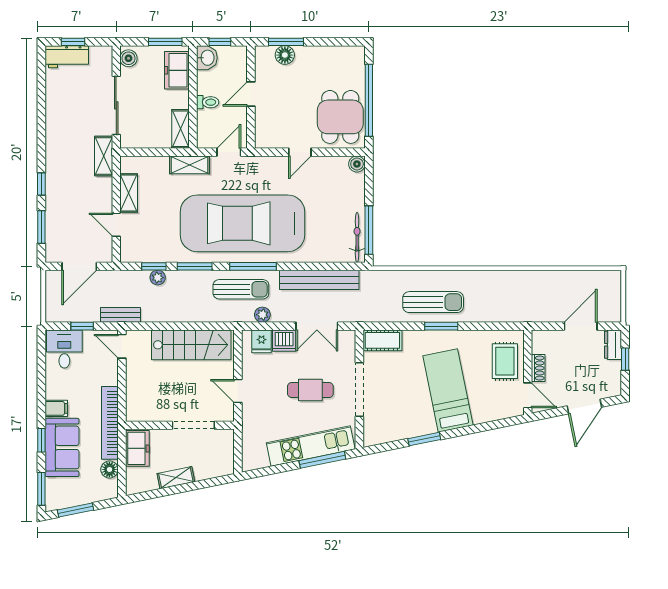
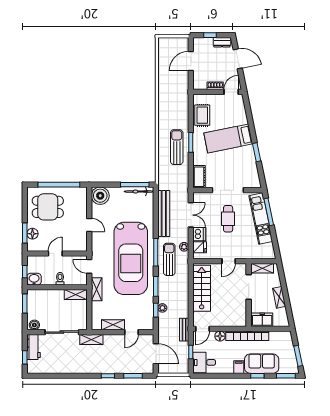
workbench: (67, 57) -> (33, 347), moved
freezer: (177, 70) -> (41, 297), removed
door: (251, 94) -> (55, 253), swing flipped
dining table: (340, 117) -> (48, 207), moved
boiler: (357, 164) -> (100, 196), width x1.86, depth x1.86
door: (581, 326) -> (191, 61), hinge flipped
dresser: (613, 345) -> (222, 42), moved
rug: (505, 361) -> (202, 115), moved, turned 90
shelving: (226, 449) -> (262, 268), added
floor lamp: (109, 469) -> (220, 336), moved

